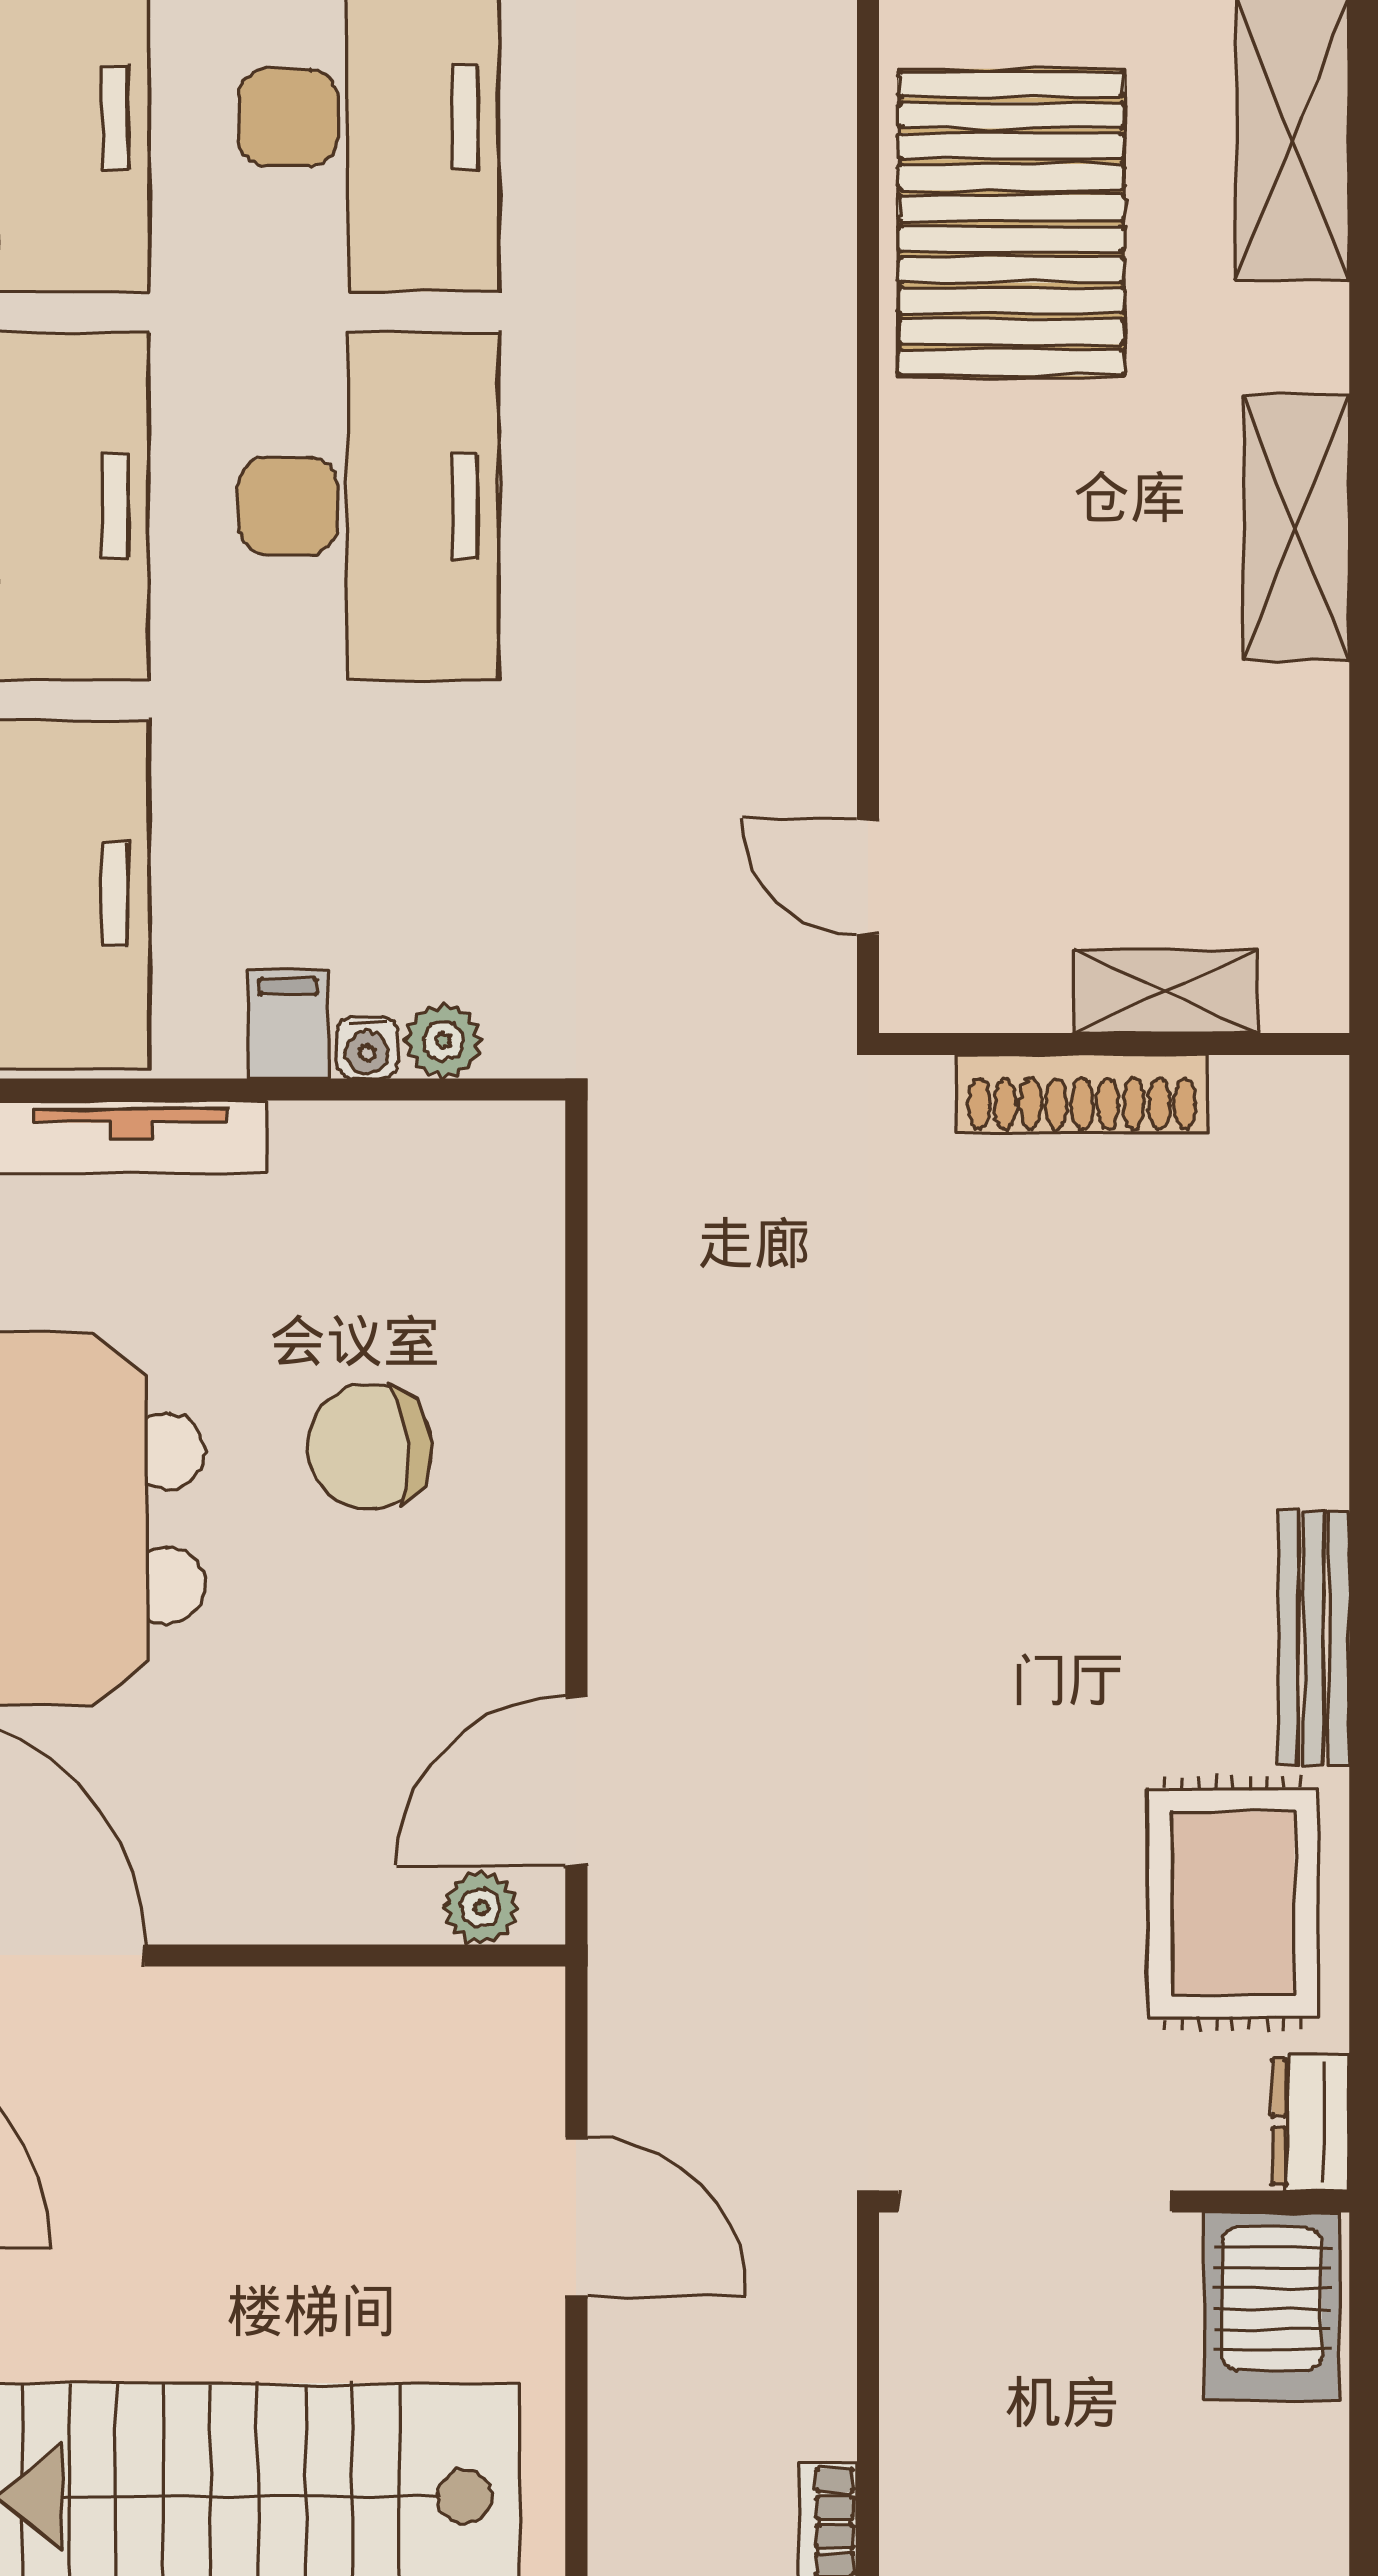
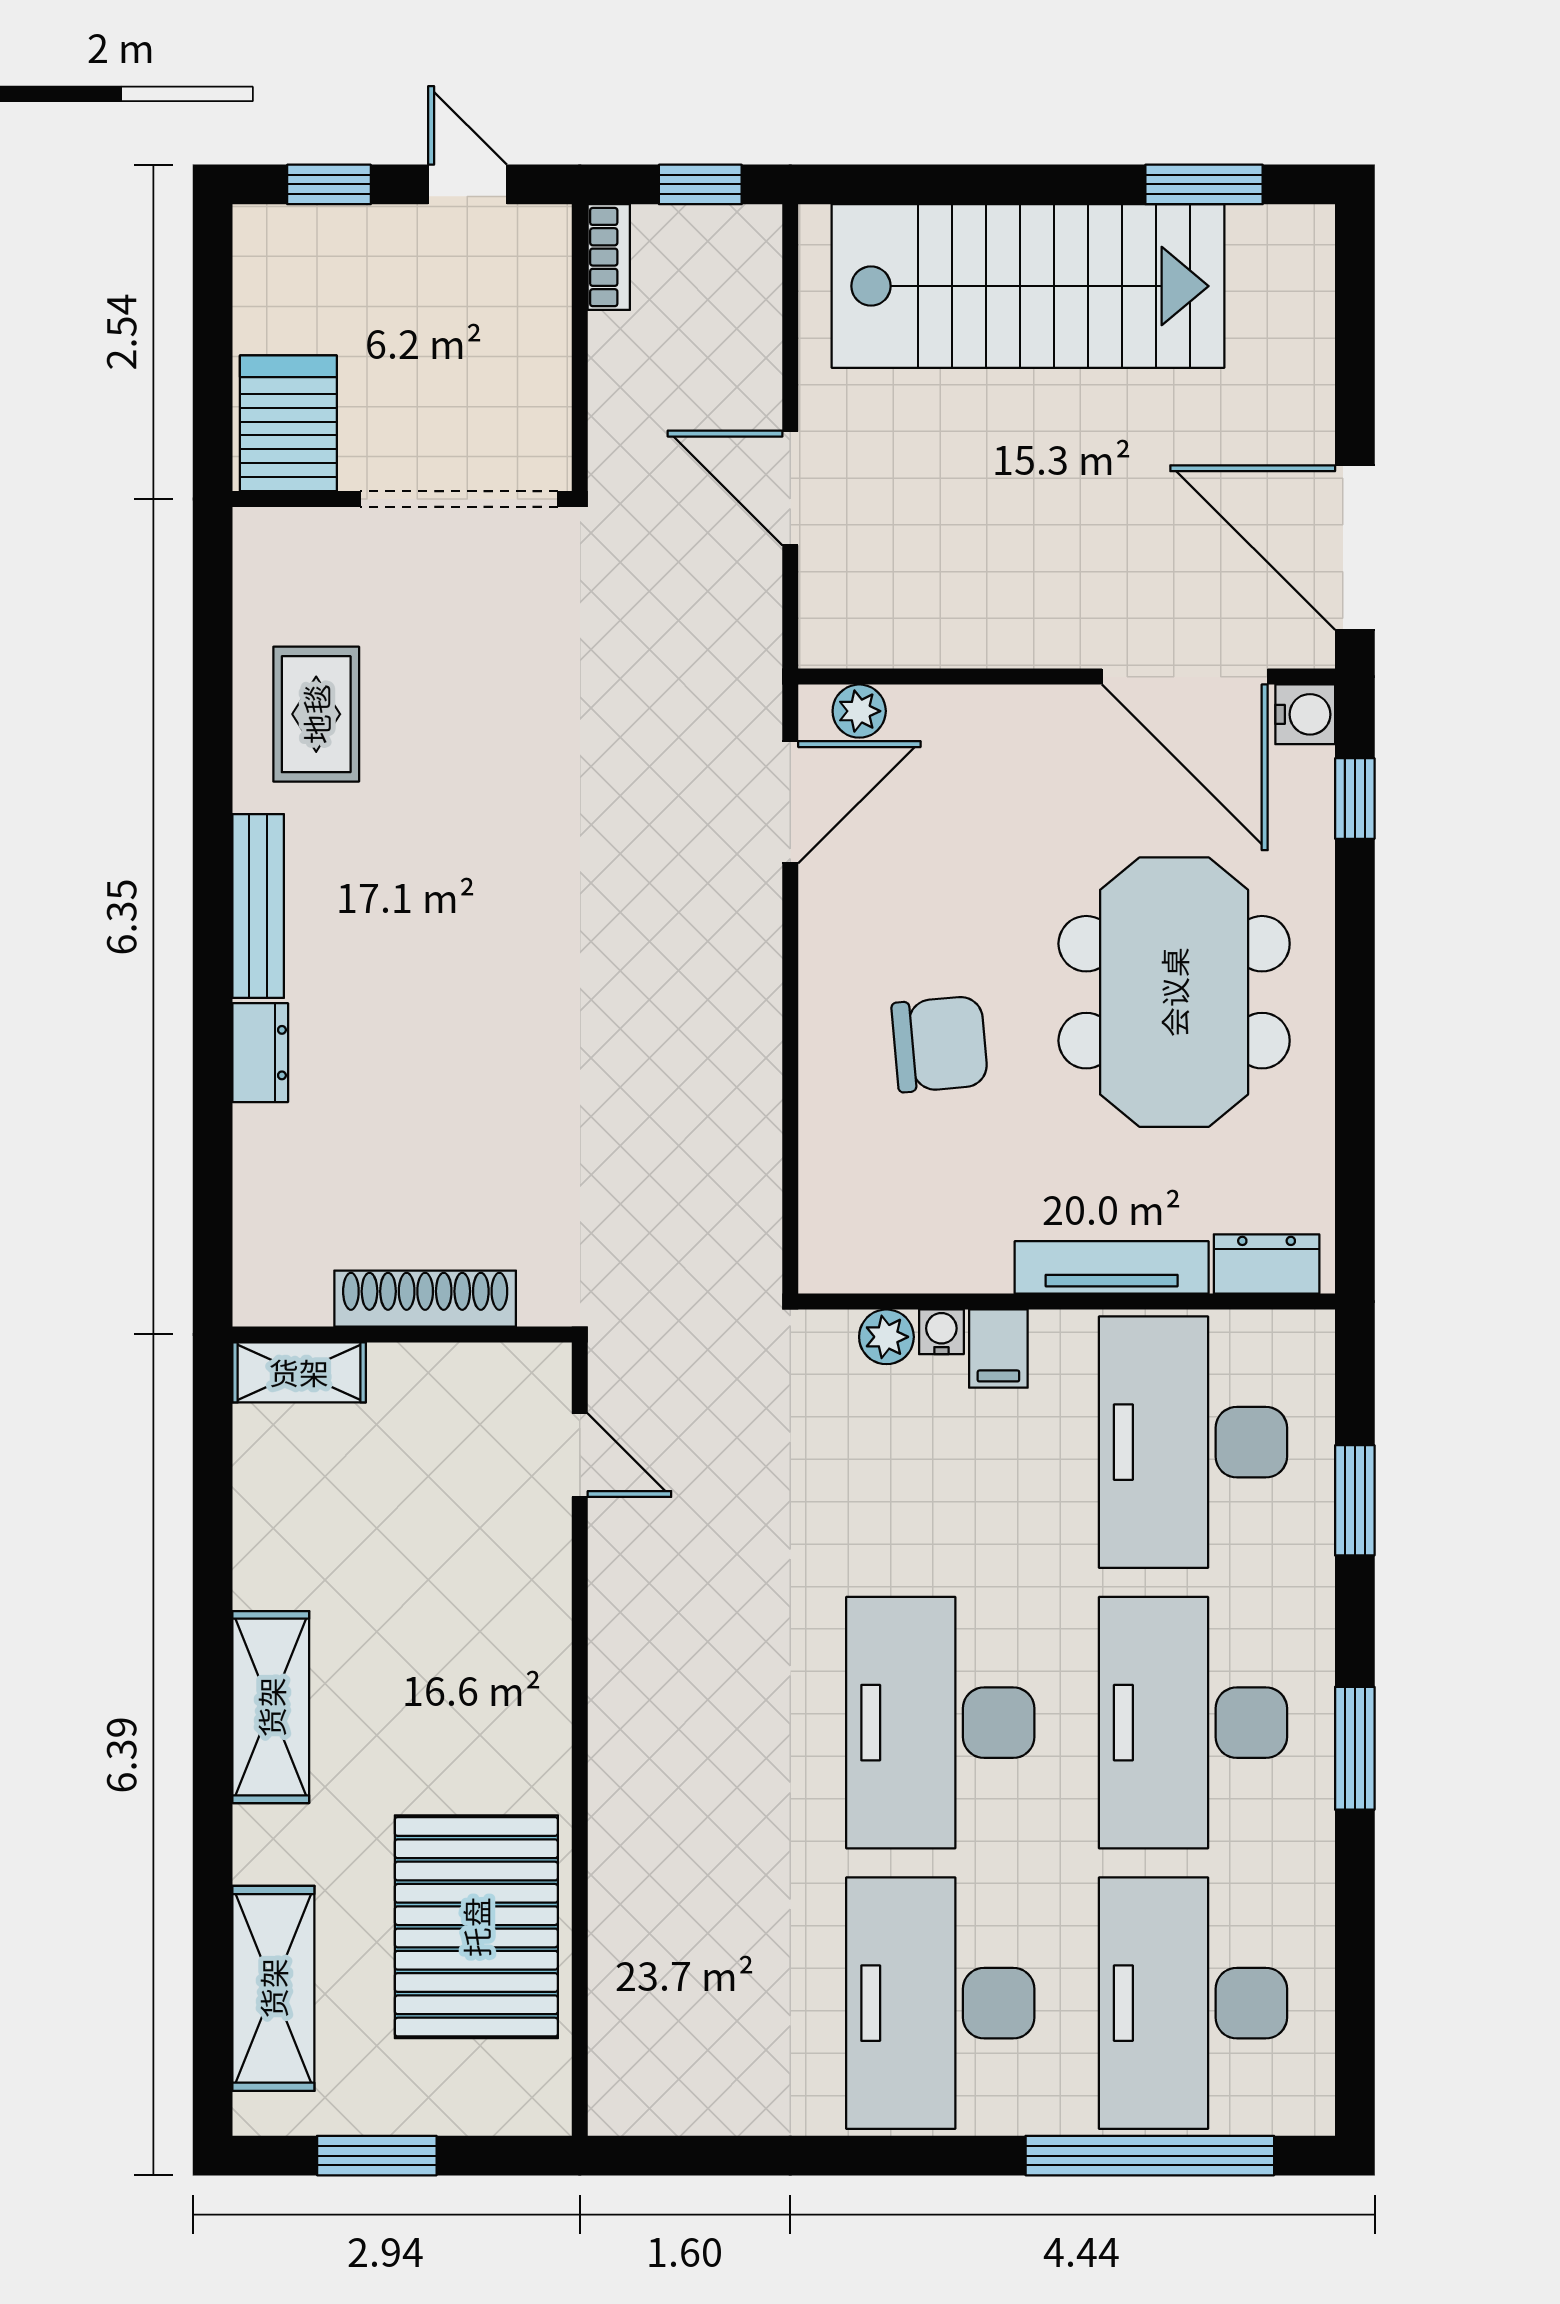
shelving: (1165, 991) -> (299, 1372), moved
rug: (1233, 1903) -> (316, 714), width x0.73, depth x0.70
dresser: (1311, 2122) -> (260, 1053), moved

